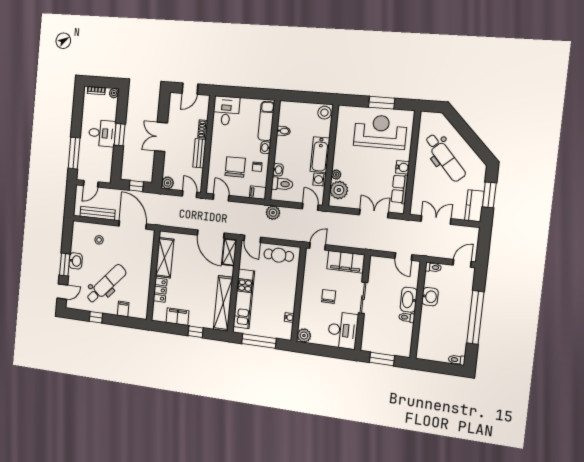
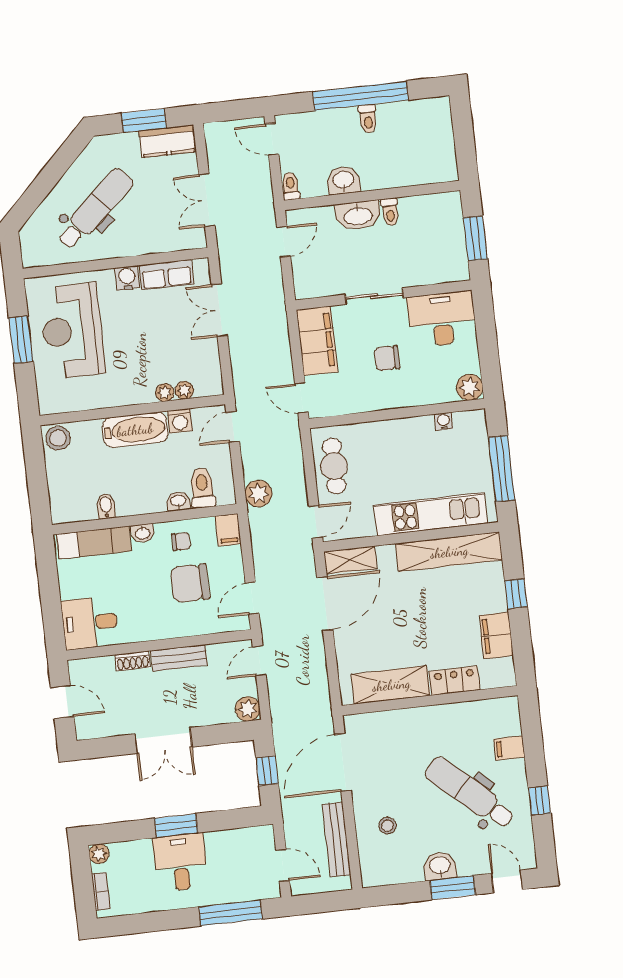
plant: (339, 190) -> (184, 390), width x0.53, depth x0.53
toilet: (457, 360) -> (368, 119), moved

